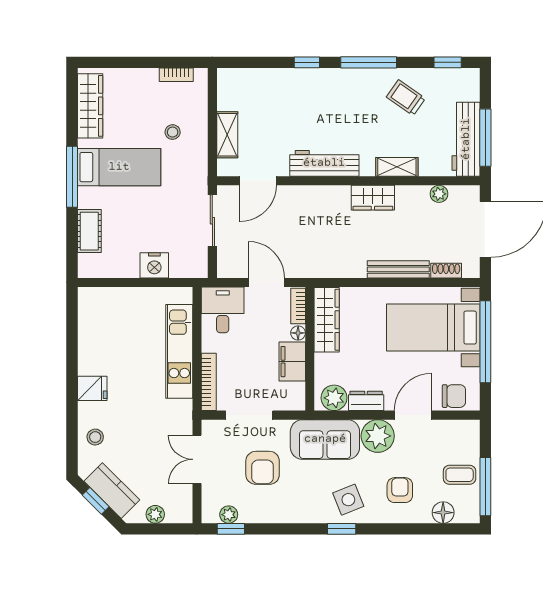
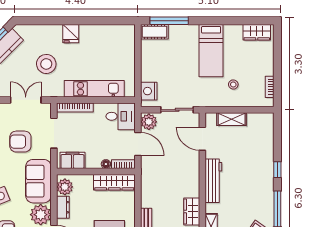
wardrobe: (90, 106) -> (257, 32), width x0.67
window: (72, 177) -> (169, 21), moved
cot: (89, 231) -> (154, 32), moved
nightstand: (154, 265) -> (149, 91), moved
plant: (231, 265) -> (149, 122), added
door: (266, 282) -> (138, 144), hinge flipped
filing cabinet: (292, 362) -> (72, 160), moved
stool: (95, 437) -> (46, 64), moved, width x1.89, depth x1.89

